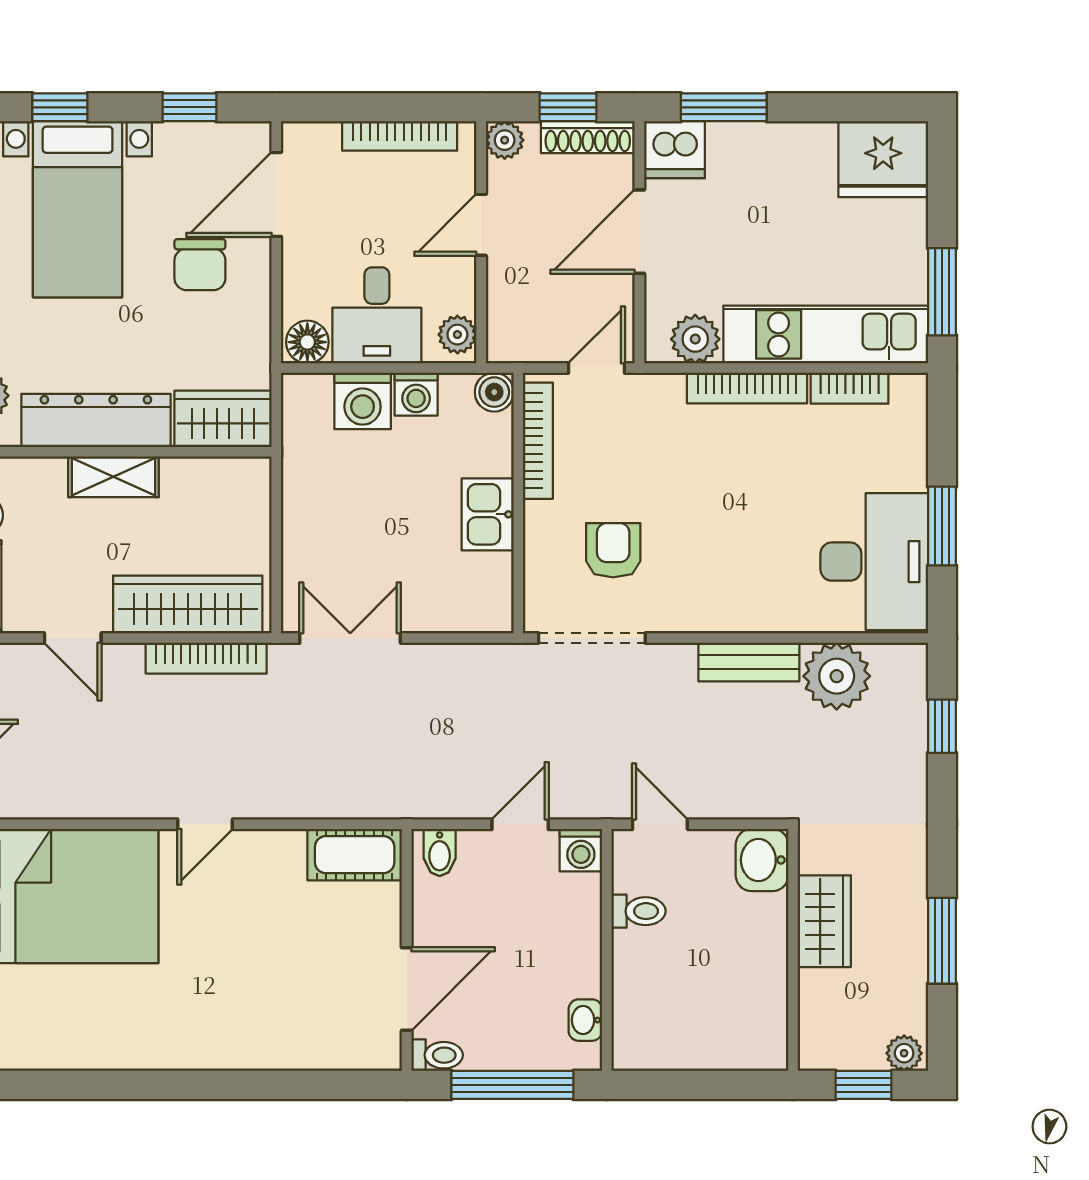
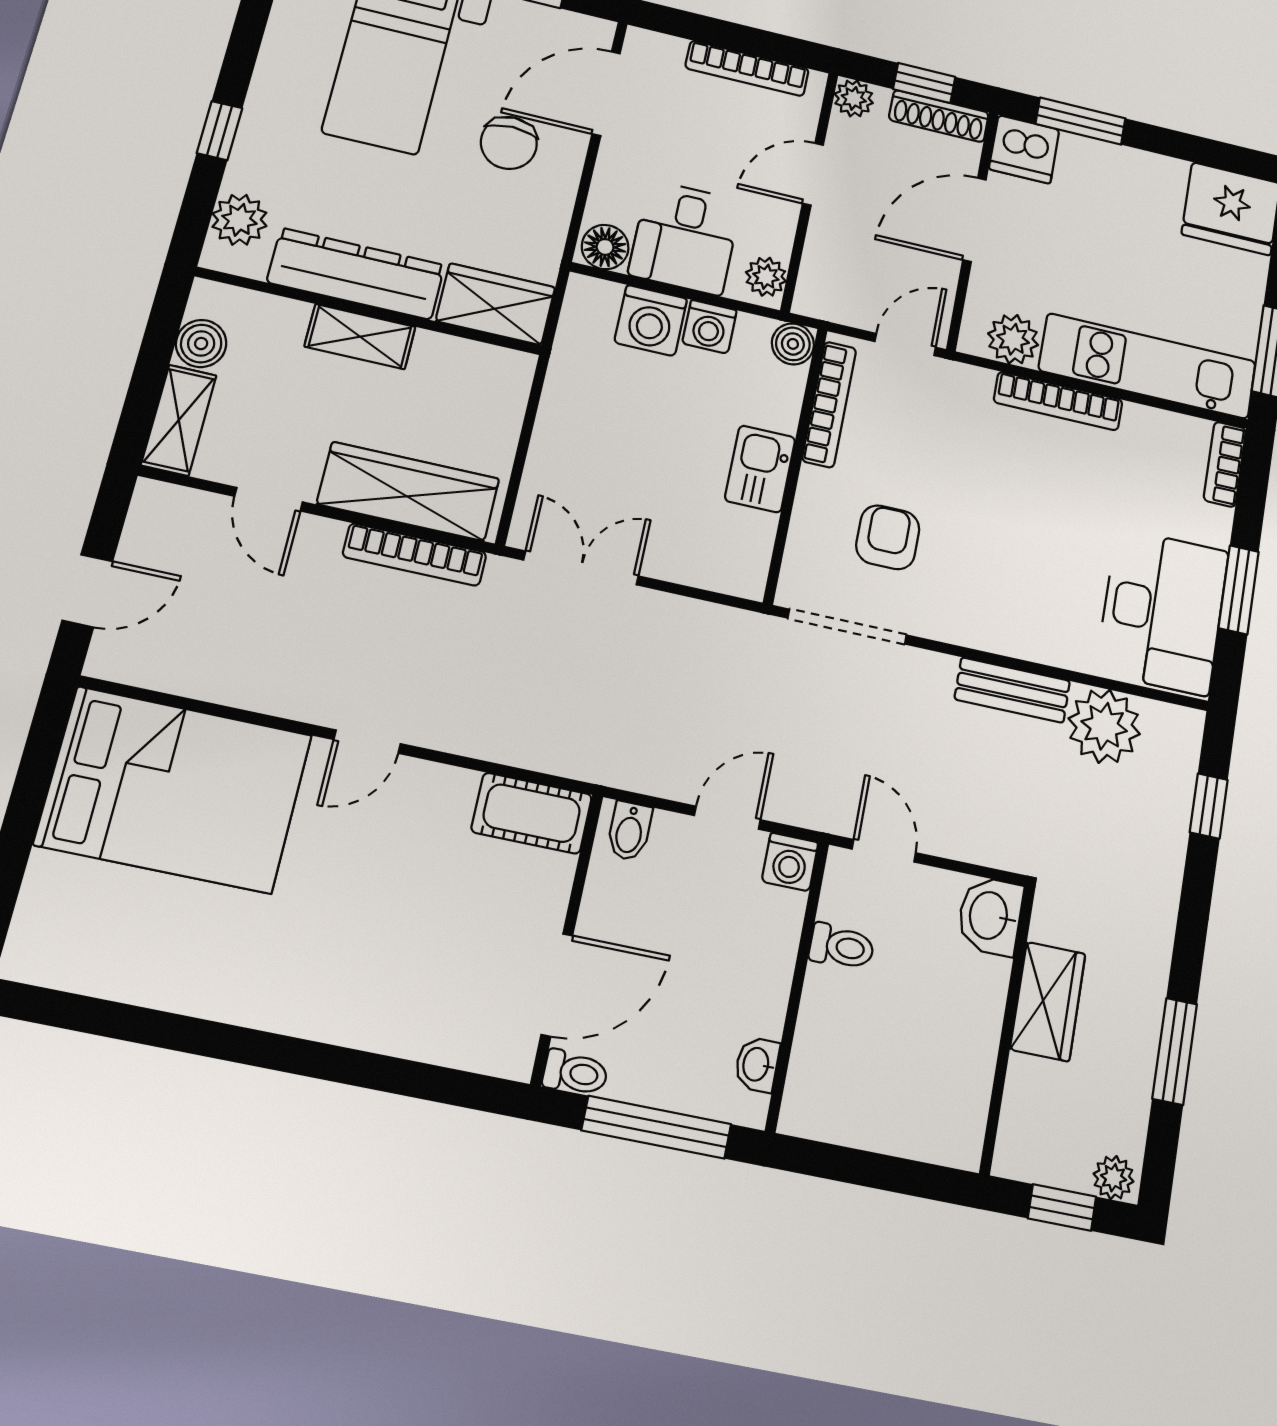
bookcase: (850, 388) -> (1225, 464), moved, turned 90

